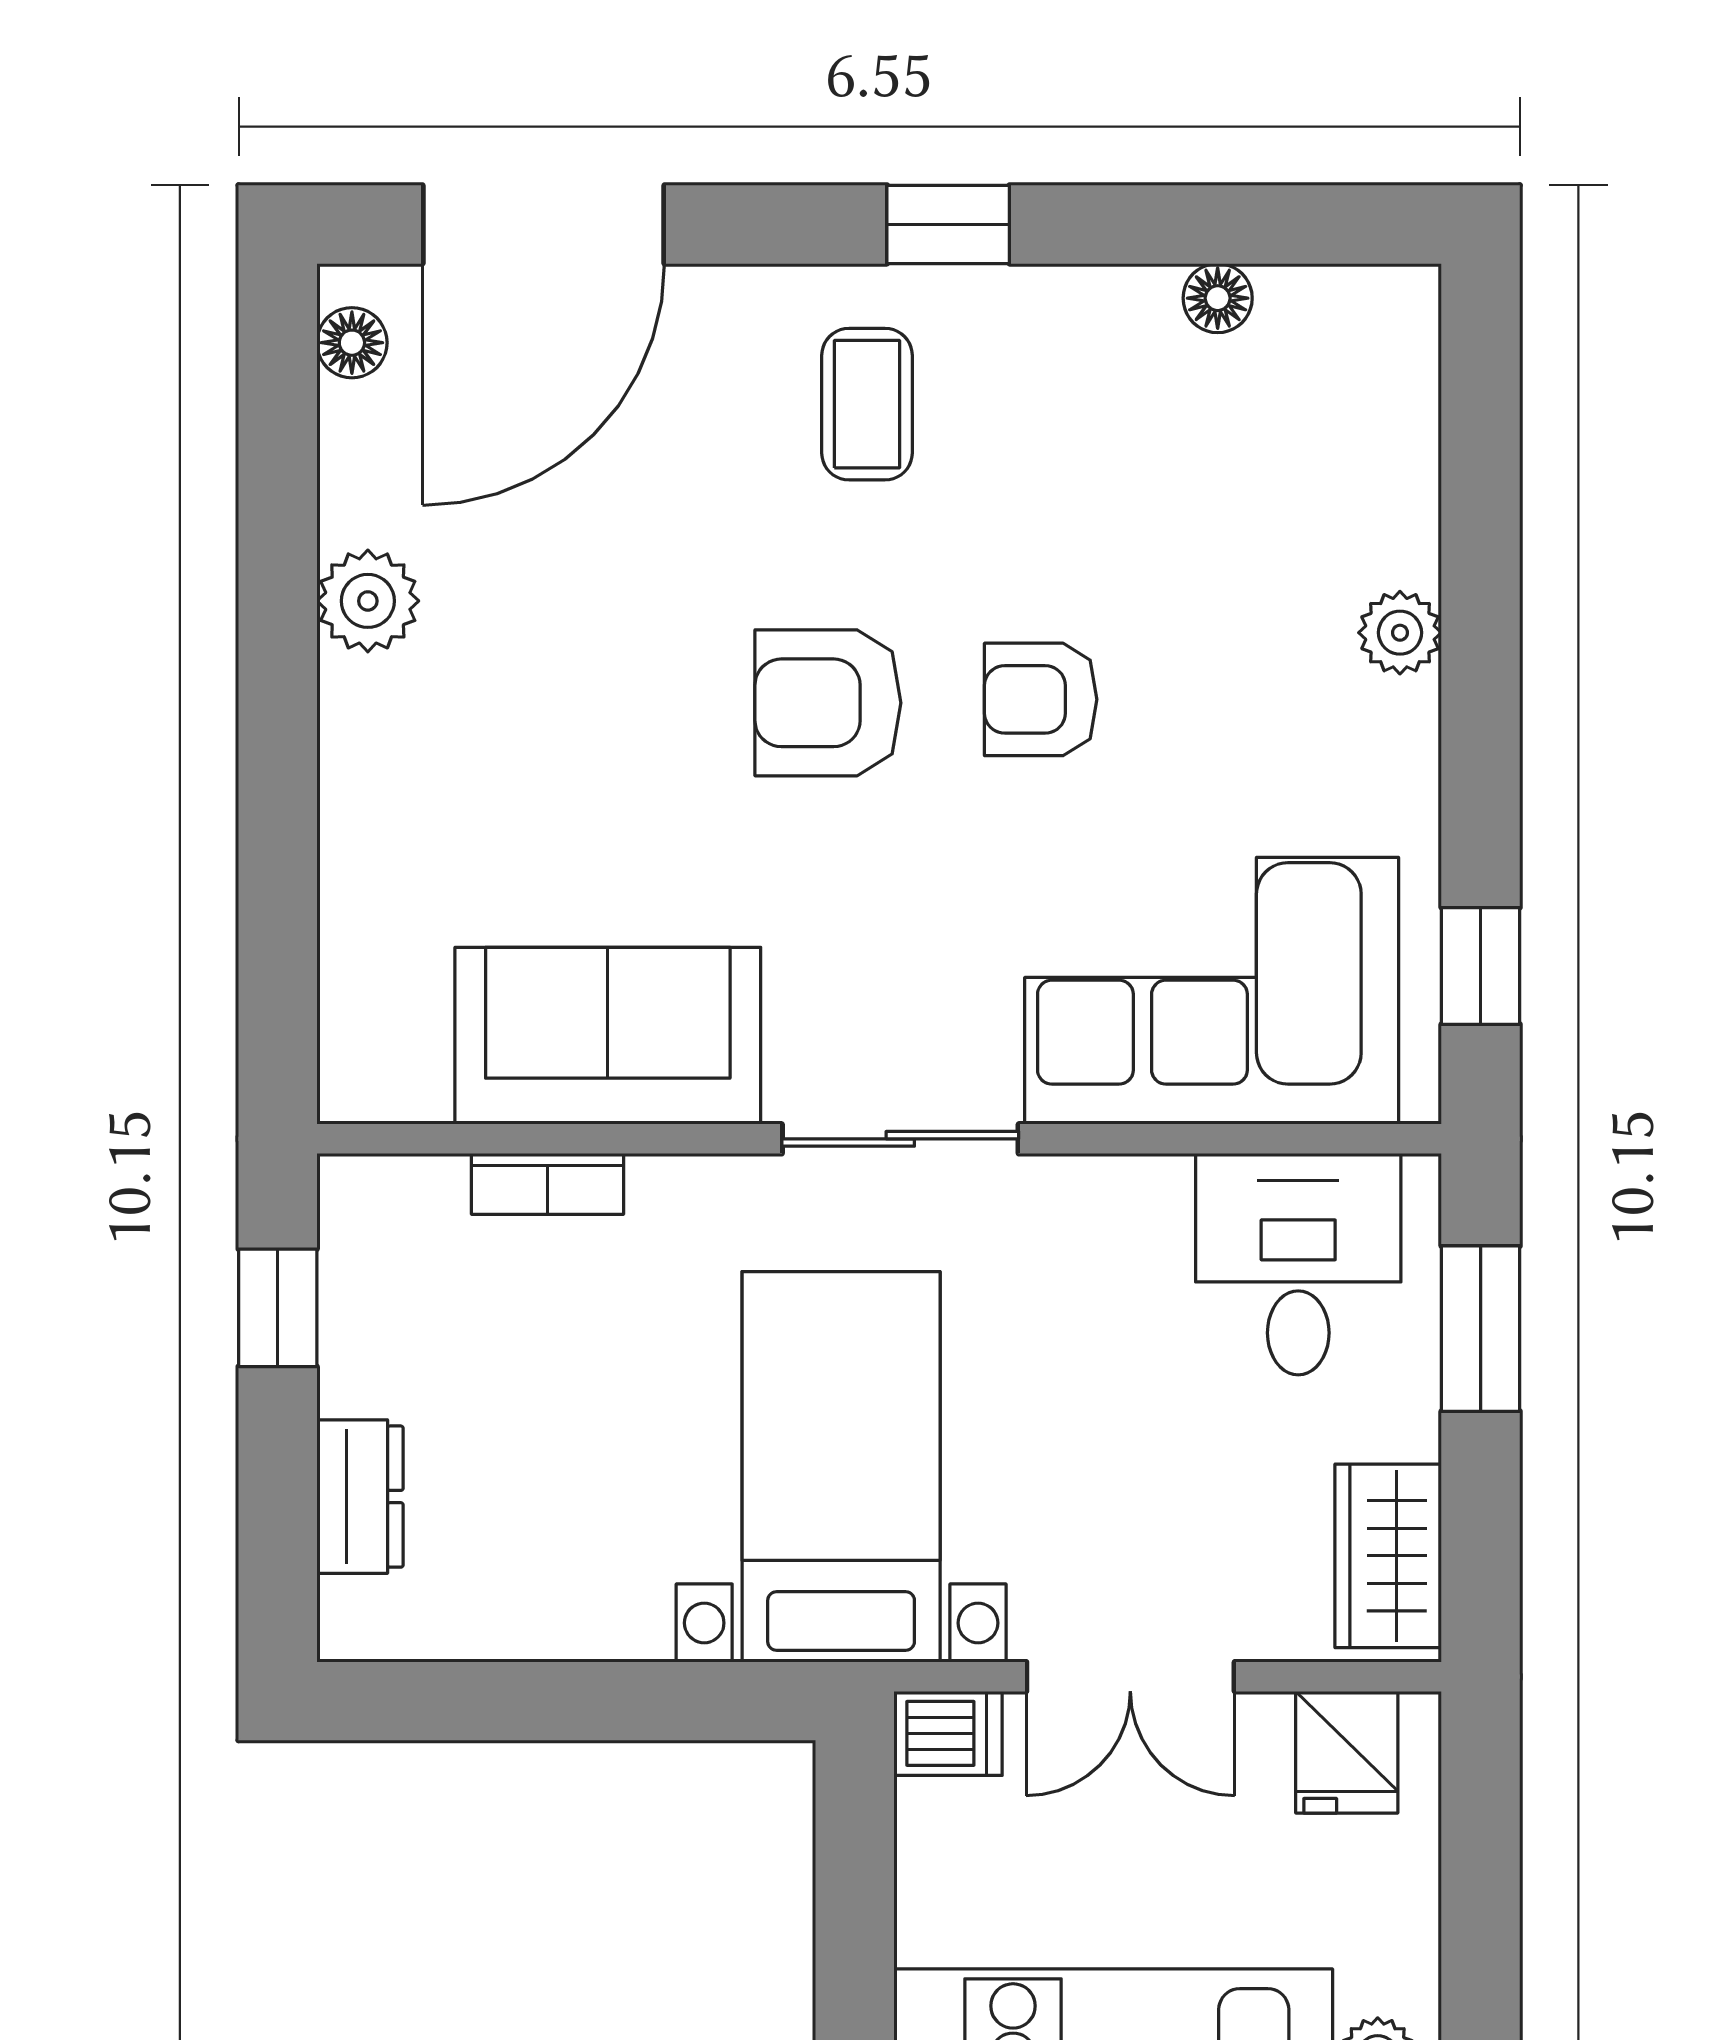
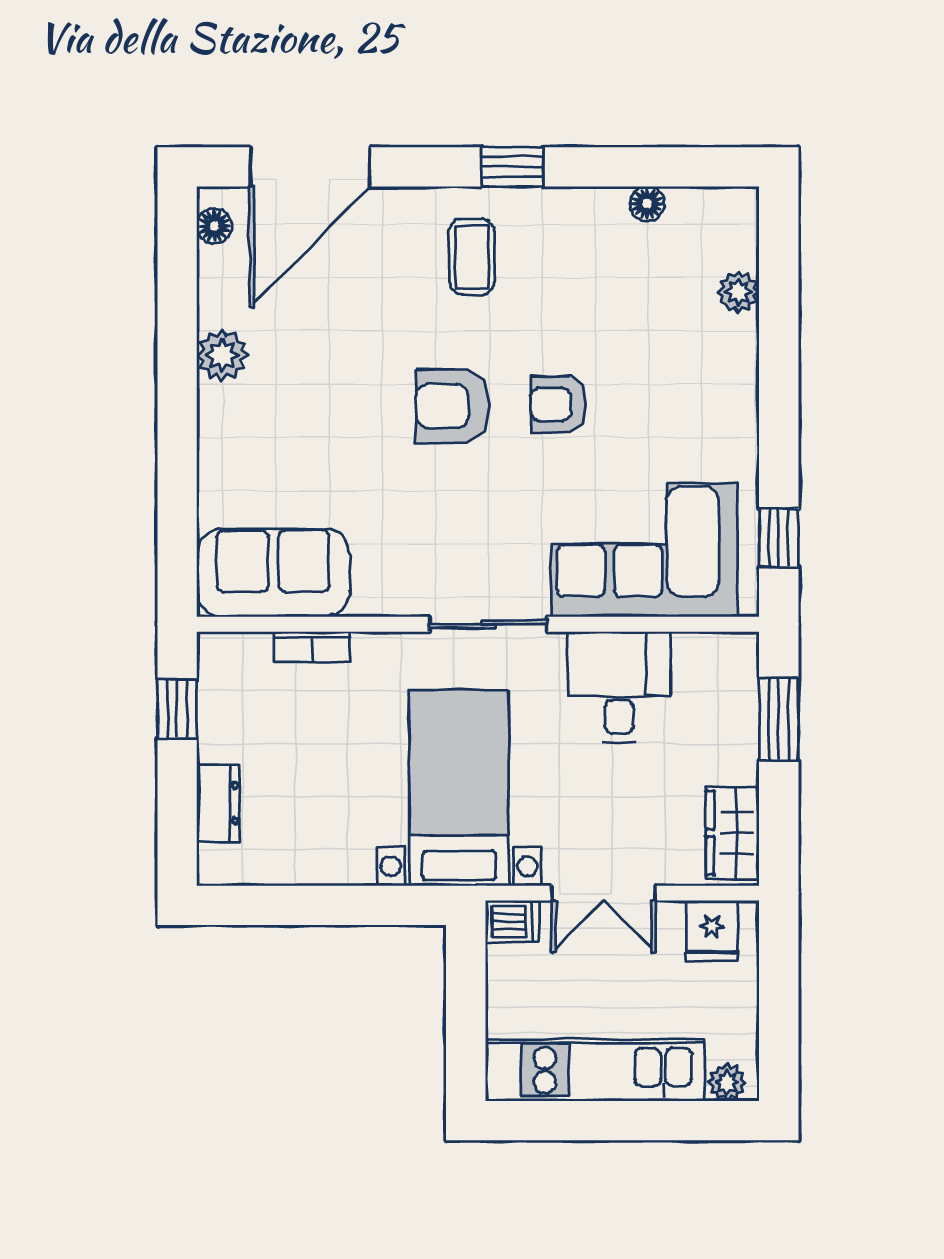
plant: (1400, 633) -> (738, 292), moved
sofa: (608, 1036) -> (273, 573), moved
desk: (1298, 1264) -> (619, 687), moved

